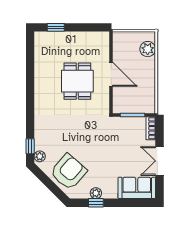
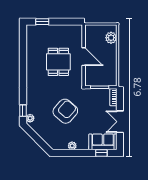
armchair: (69, 172) -> (65, 111), moved
window: (96, 203) -> (101, 153), moved

